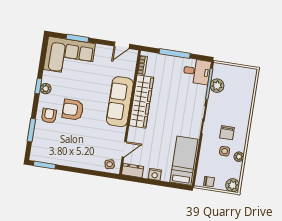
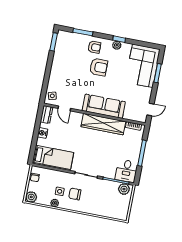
door: (122, 45) -> (150, 110), swing flipped
plant: (217, 86) -> (124, 189), moved
armchair: (73, 110) -> (99, 67), turned 90

